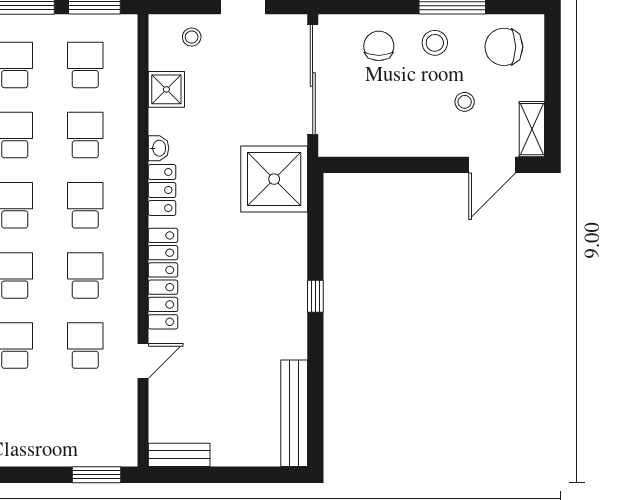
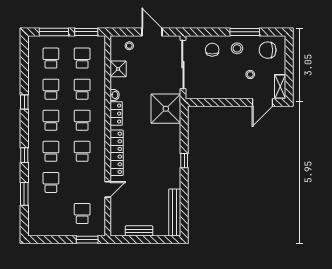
school desk: (85, 346) -> (82, 214), moved
bench: (179, 455) -> (139, 231), moved

